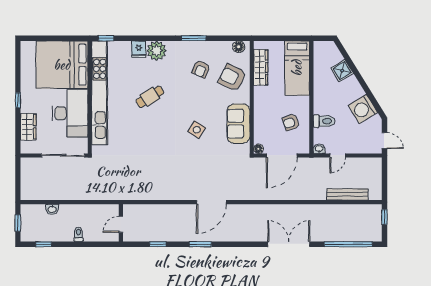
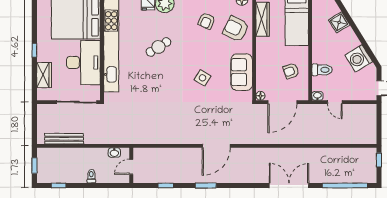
door: (338, 155) -> (335, 102), hinge flipped
bench: (347, 194) -> (64, 139), moved
washbasin: (52, 209) -> (114, 153), moved

